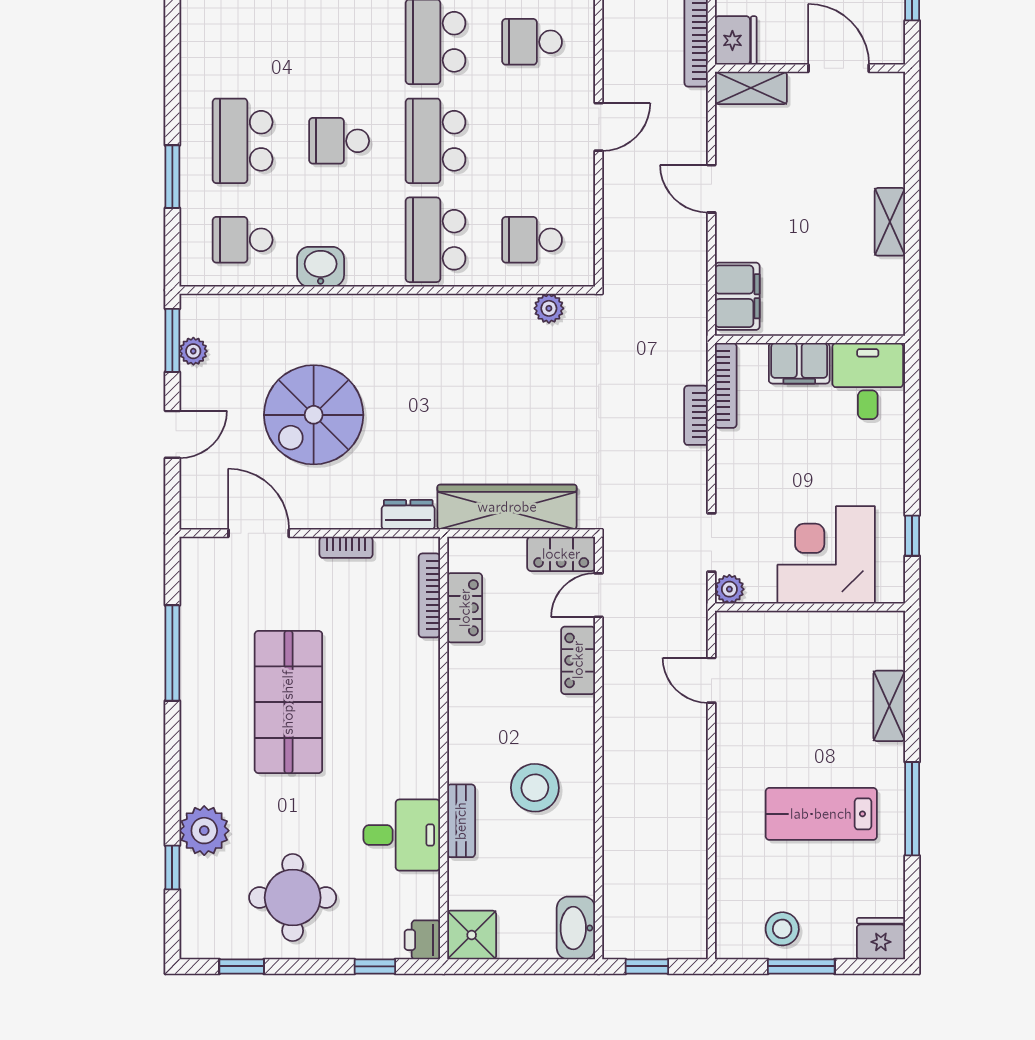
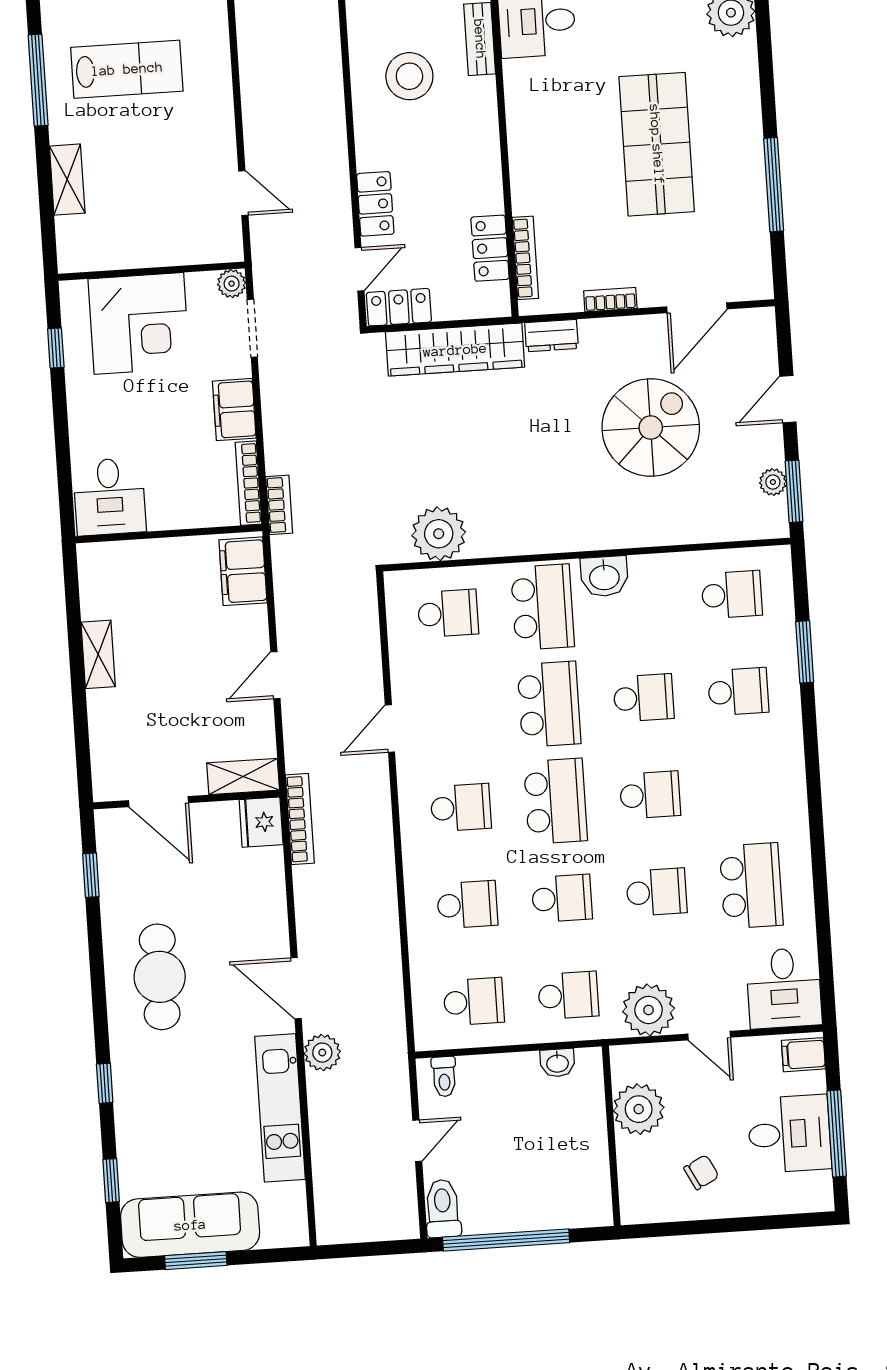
school desk: (339, 42) -> (650, 795), added
school desk: (243, 141) -> (738, 692), width x0.54
door: (711, 189) -> (275, 675), swing flipped
washbasin: (321, 267) -> (604, 576), moved
plant: (549, 308) -> (439, 534), width x1.88, depth x1.88
filing cabinet: (799, 363) -> (234, 410), moved, turned -90
bookcase: (696, 415) -> (279, 505), moved
door: (259, 533) -> (697, 308), hinge flipped

